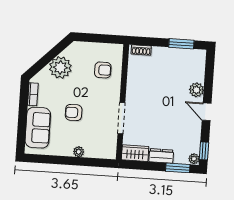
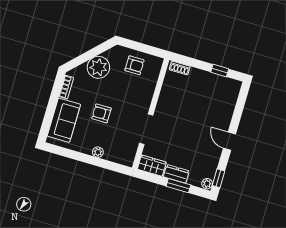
window: (181, 44) -> (220, 70), width x0.67
armchair: (103, 70) -> (134, 65), moved
plant: (196, 90) -> (224, 118), removed
window: (178, 168) -> (178, 186), moved

